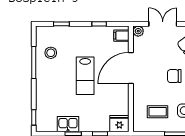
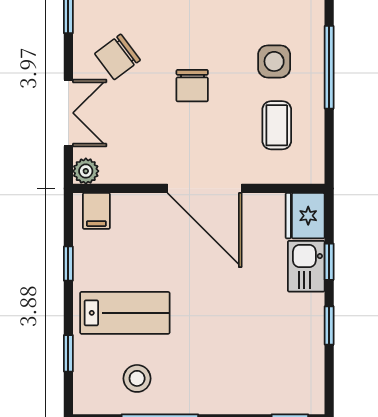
double door: (163, 24) -> (68, 113), swing flipped
door: (131, 68) -> (204, 188), moved
lab bench: (85, 76) -> (125, 313), moved
kitchen sink: (68, 124) -> (306, 266), moved

